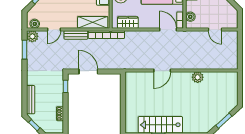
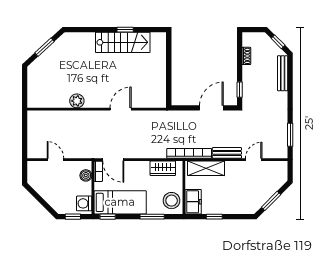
boiler: (35, 24) -> (277, 167), removed
plant: (32, 36) -> (280, 151), removed
door: (88, 72) -> (211, 108), swing flipped

